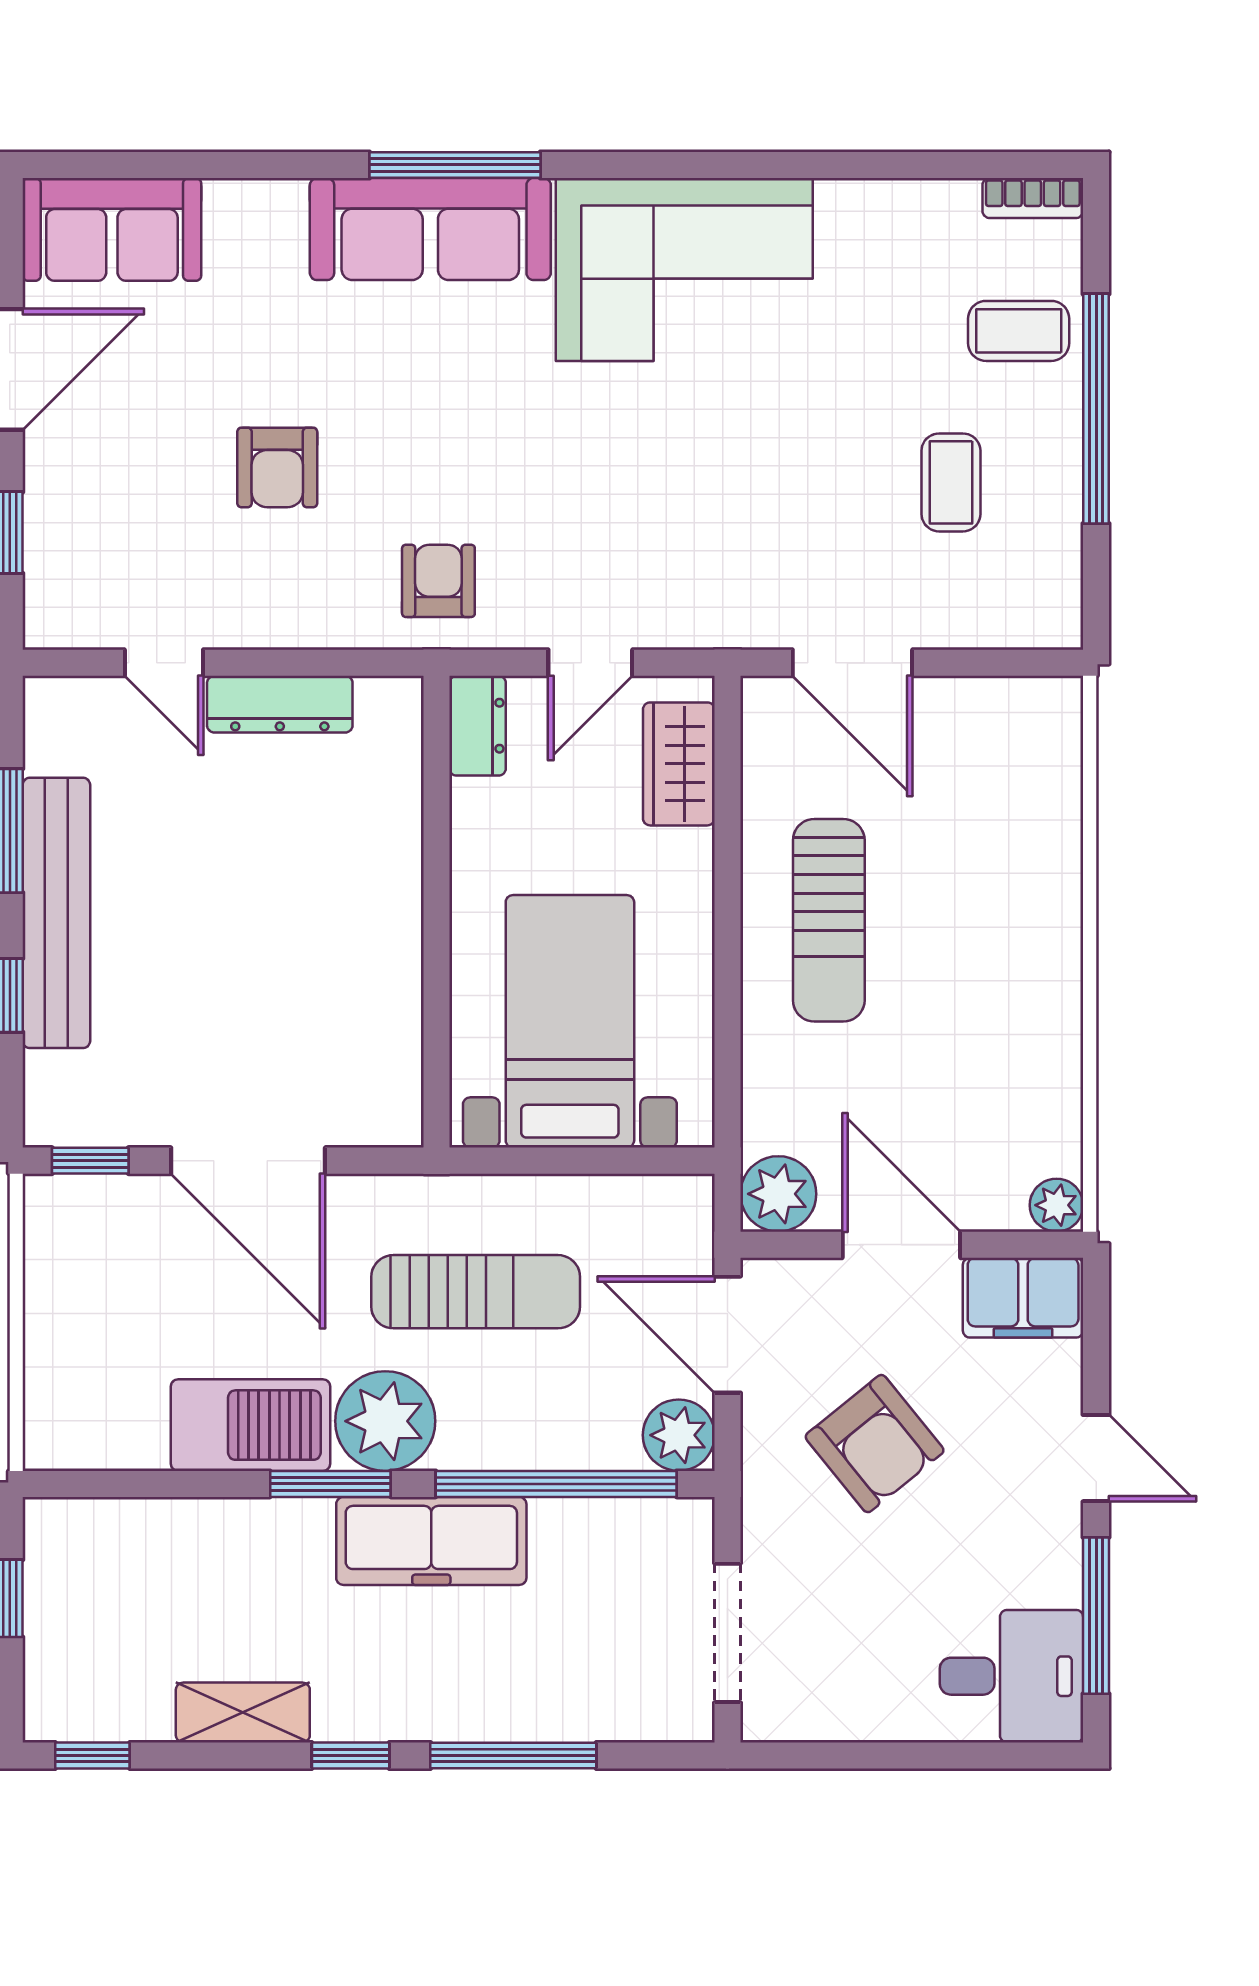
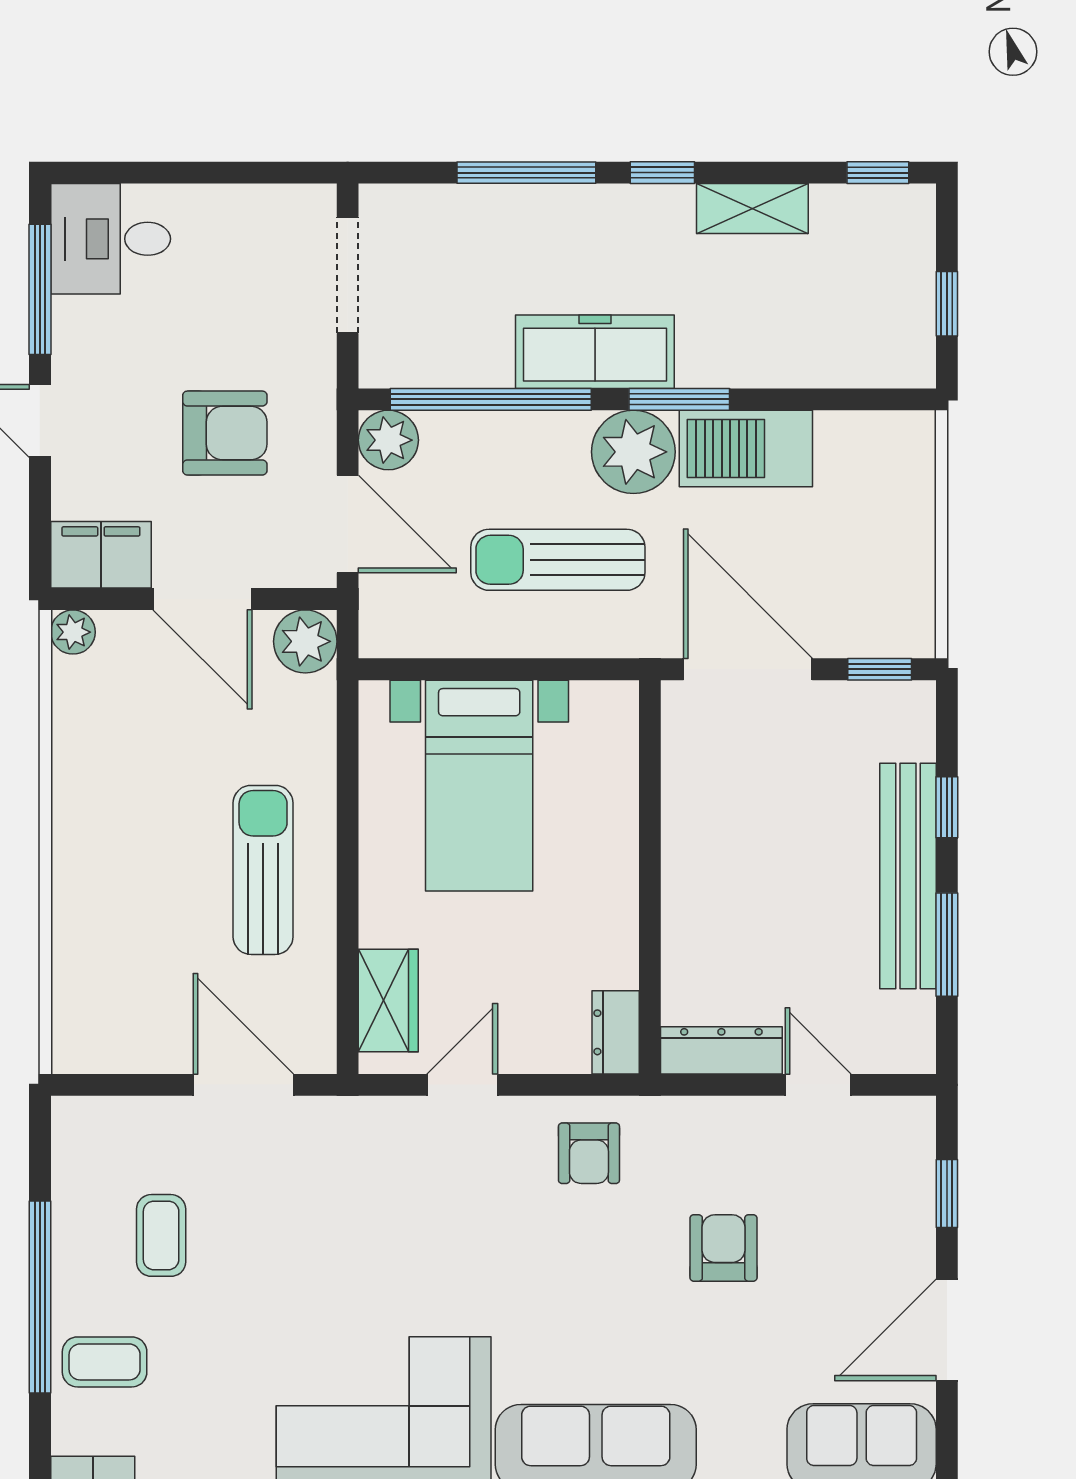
dresser: (478, 726) -> (616, 1032), moved
wall: (437, 912) -> (650, 877), moved
armchair: (875, 1444) -> (225, 433), turned 129

